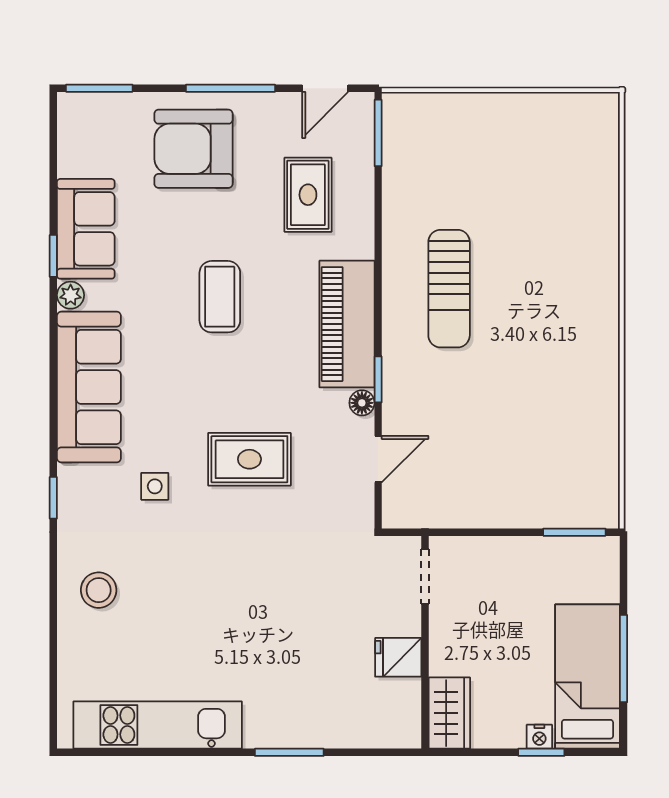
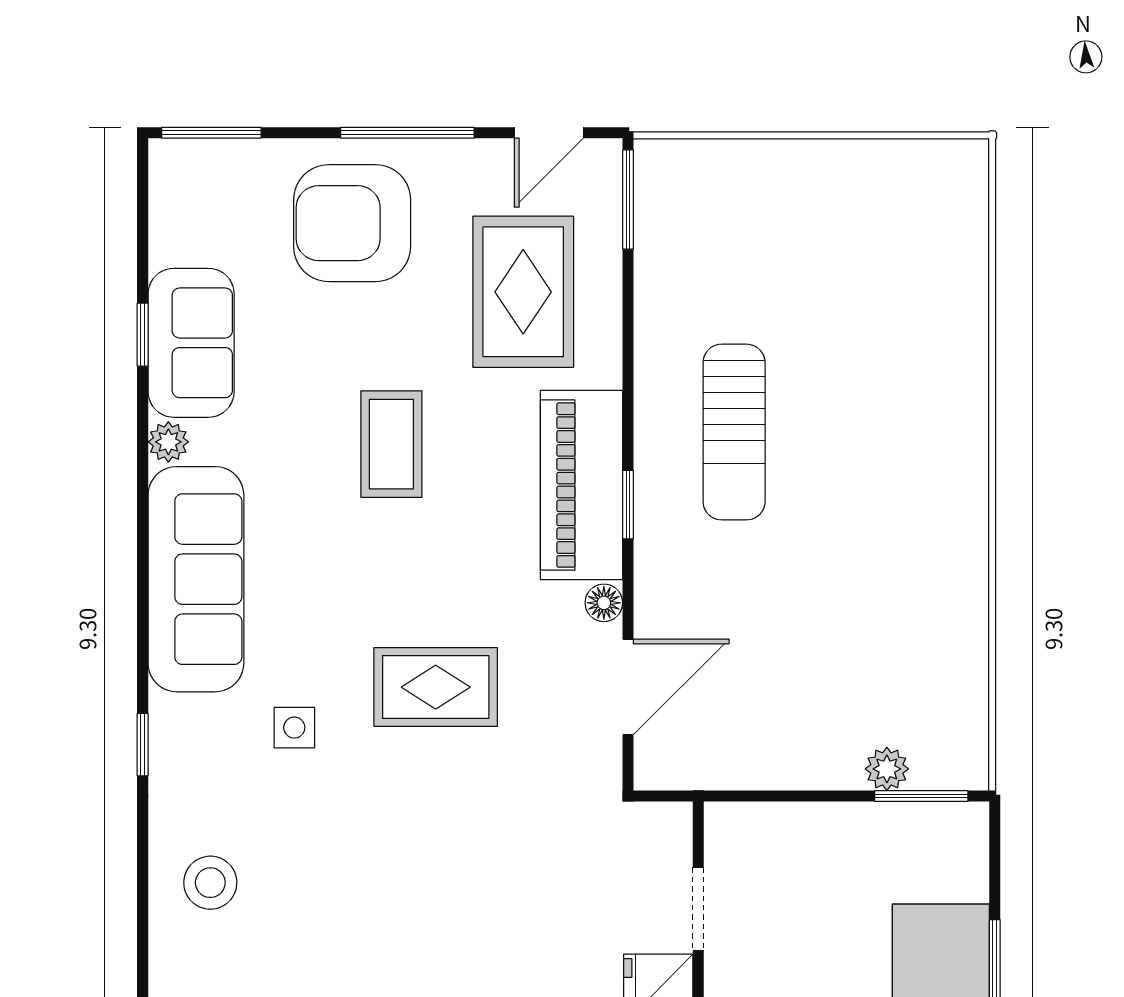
rug: (308, 195) -> (523, 292), width x1.36, depth x1.43
window: (53, 256) -> (143, 335), moved
window: (378, 379) -> (628, 505), moved
door: (378, 459) -> (628, 687), width x1.38
plant: (551, 514) -> (887, 769), added
doorway: (425, 577) -> (698, 909), moved

